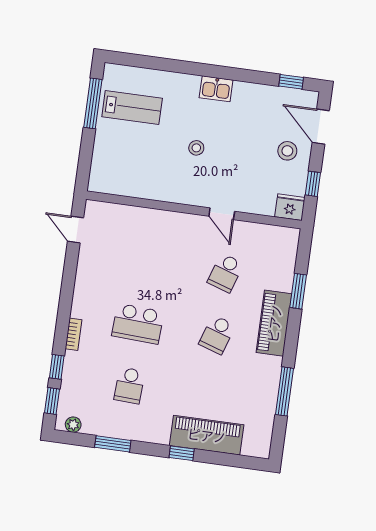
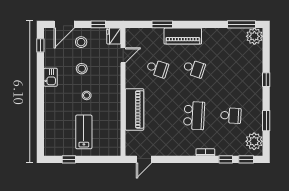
kitchen sink: (216, 89) -> (51, 77), moved
window: (93, 103) -> (69, 159), width x0.46
lab bench: (132, 107) -> (84, 132), moved
stool: (242, 146) -> (82, 69), added
door: (222, 214) -> (123, 55), moved
window: (284, 391) -> (242, 24), moved
plant: (73, 425) -> (254, 141), width x1.88, depth x1.88
piano: (207, 435) -> (134, 109), moved, turned 180
plant: (257, 443) -> (254, 36), added

